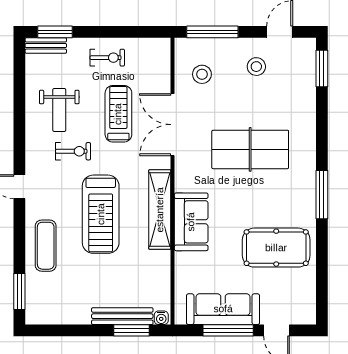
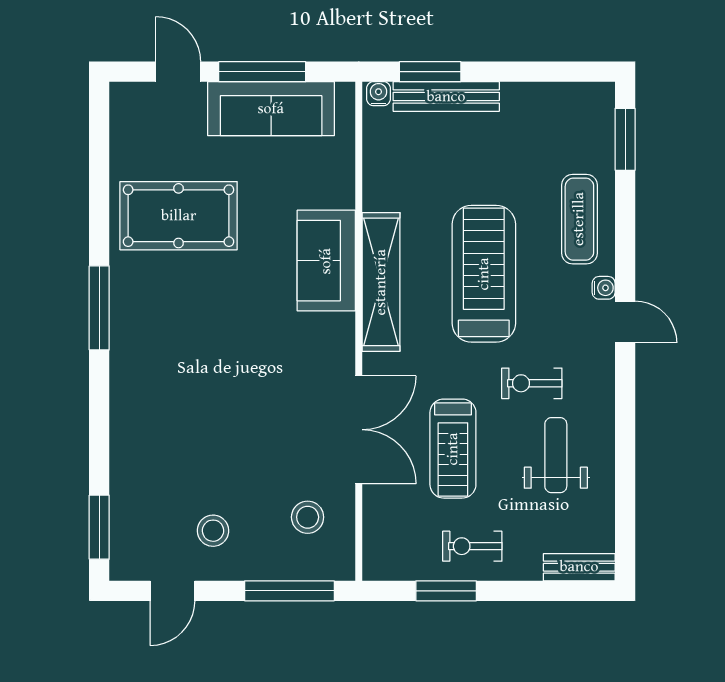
window: (55, 32) -> (446, 591), moved
table tennis table: (250, 149) -> (224, 386), removed
water cooler: (32, 206) -> (604, 288), added

